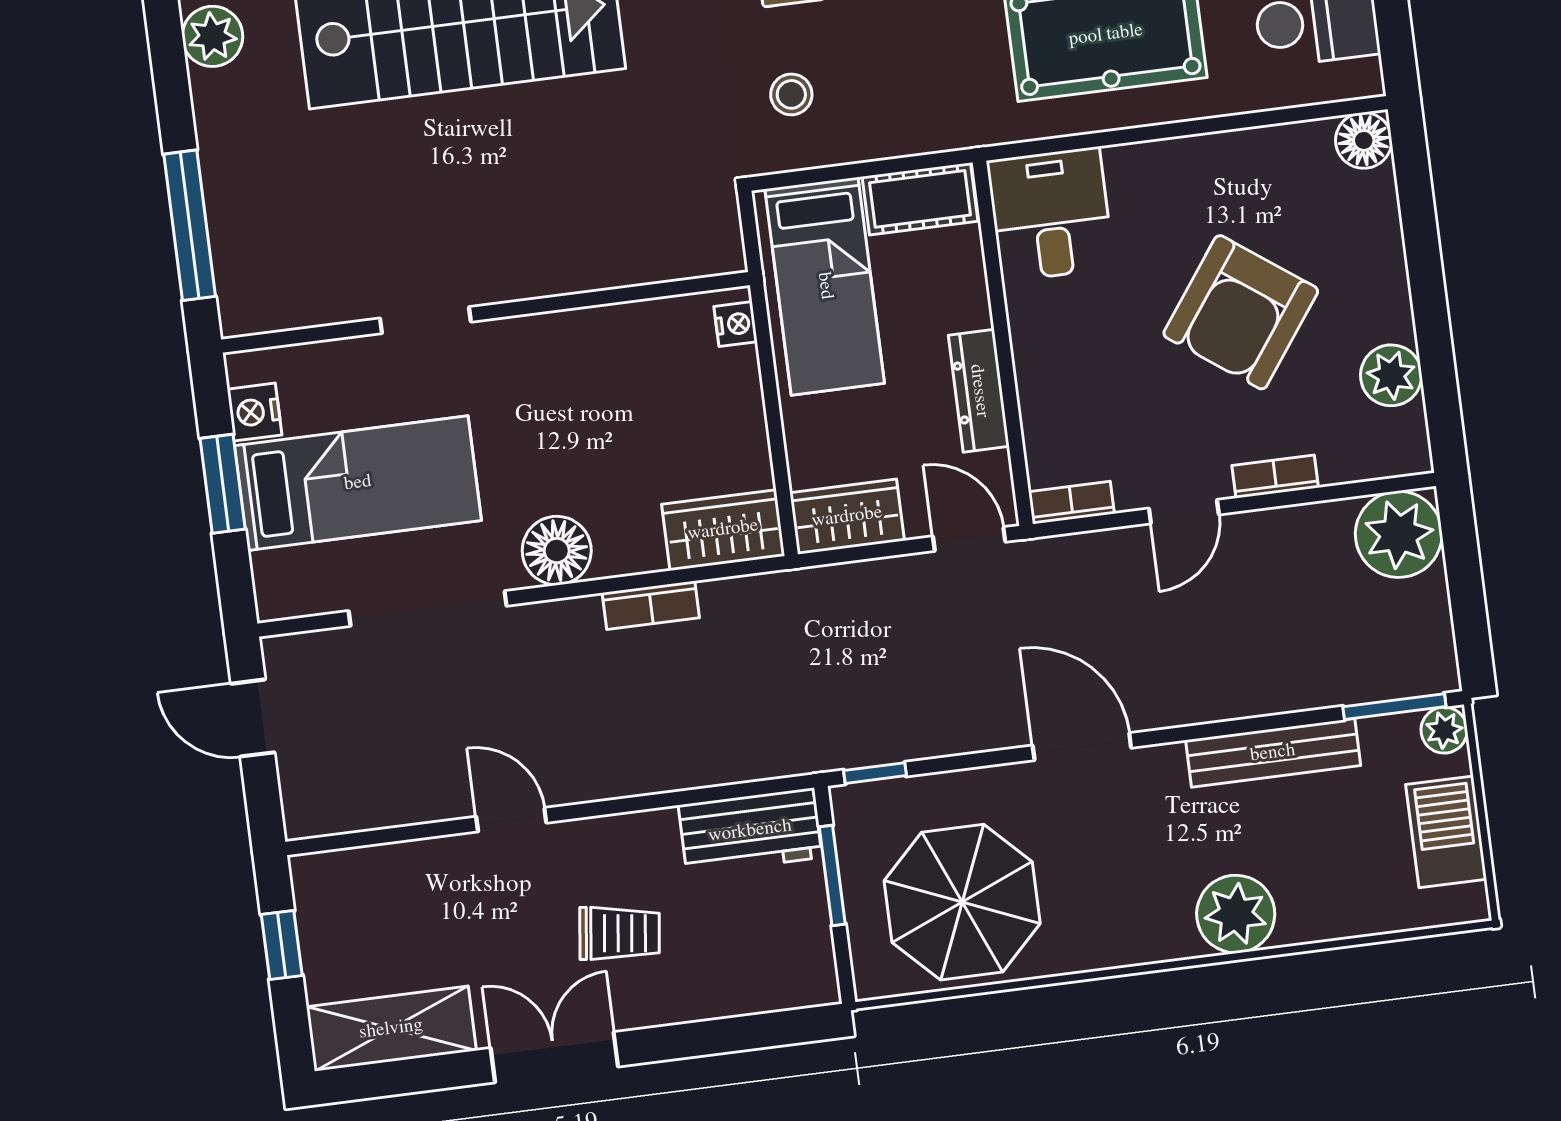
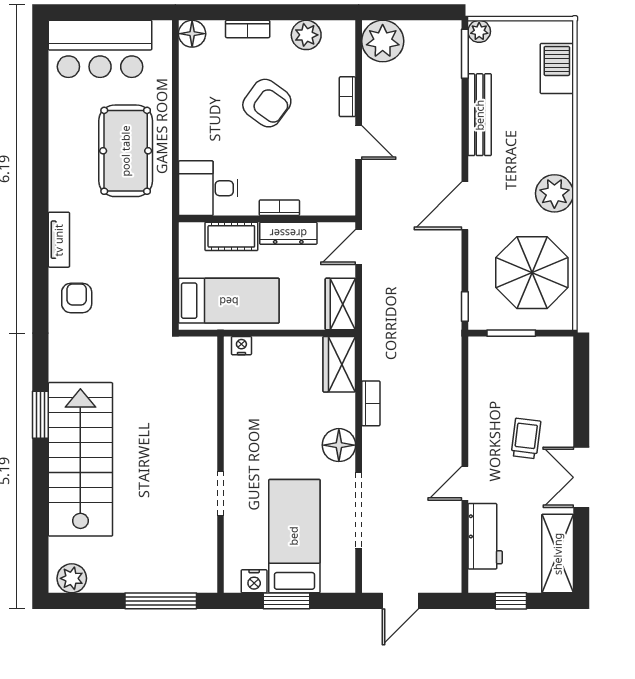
stool: (791, 94) -> (135, 305), removed
cot: (920, 199) -> (231, 236), moved, turned 90
bookcase: (1388, 253) -> (248, 29), added
armchair: (1241, 312) -> (267, 103), width x0.73, depth x0.73
bookcase: (1071, 503) -> (279, 208), moved, turned 90
workbench: (750, 831) -> (485, 536), moved
barbecue: (1446, 832) -> (557, 68), moved, turned 90
plant: (1236, 914) -> (554, 193), moved

